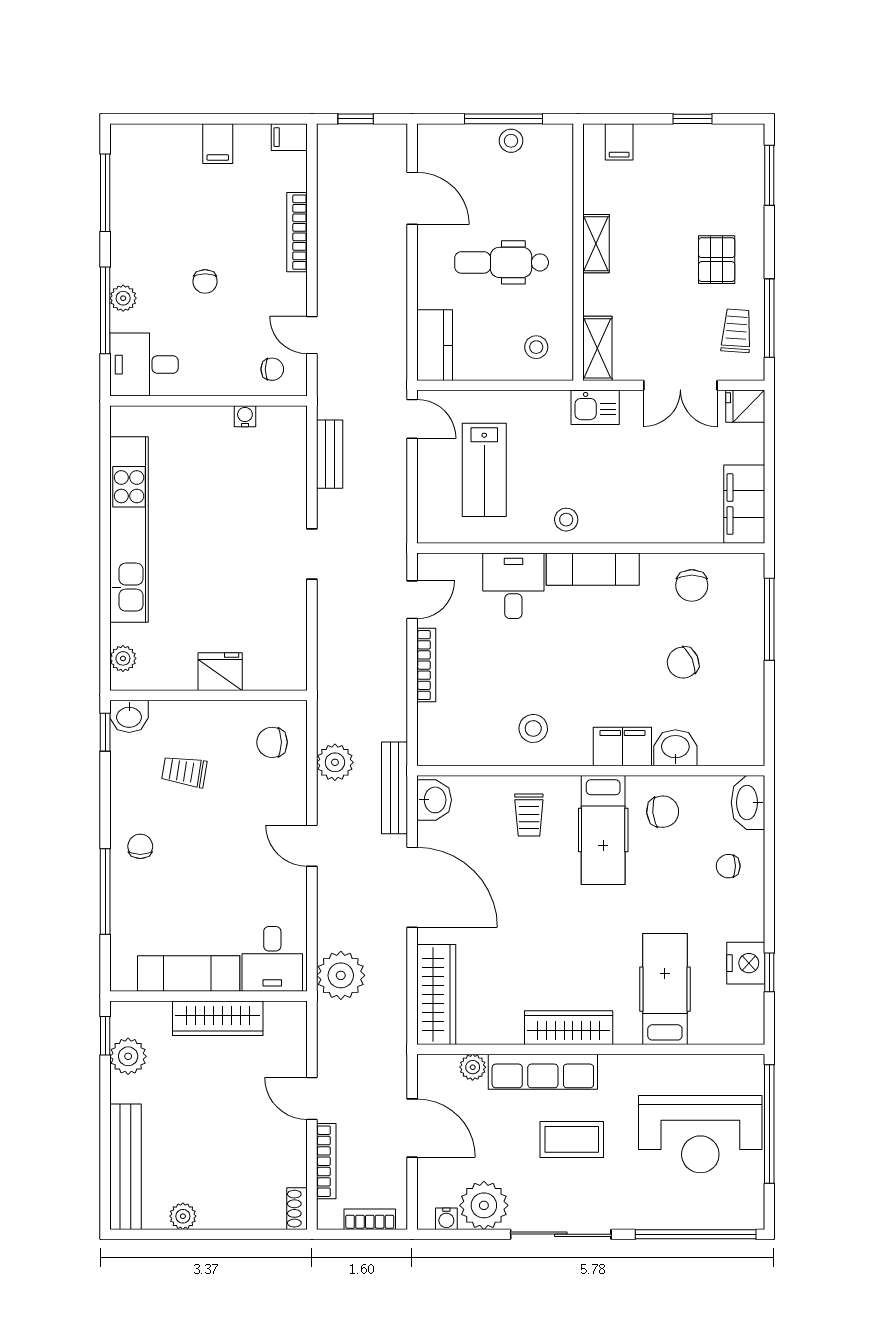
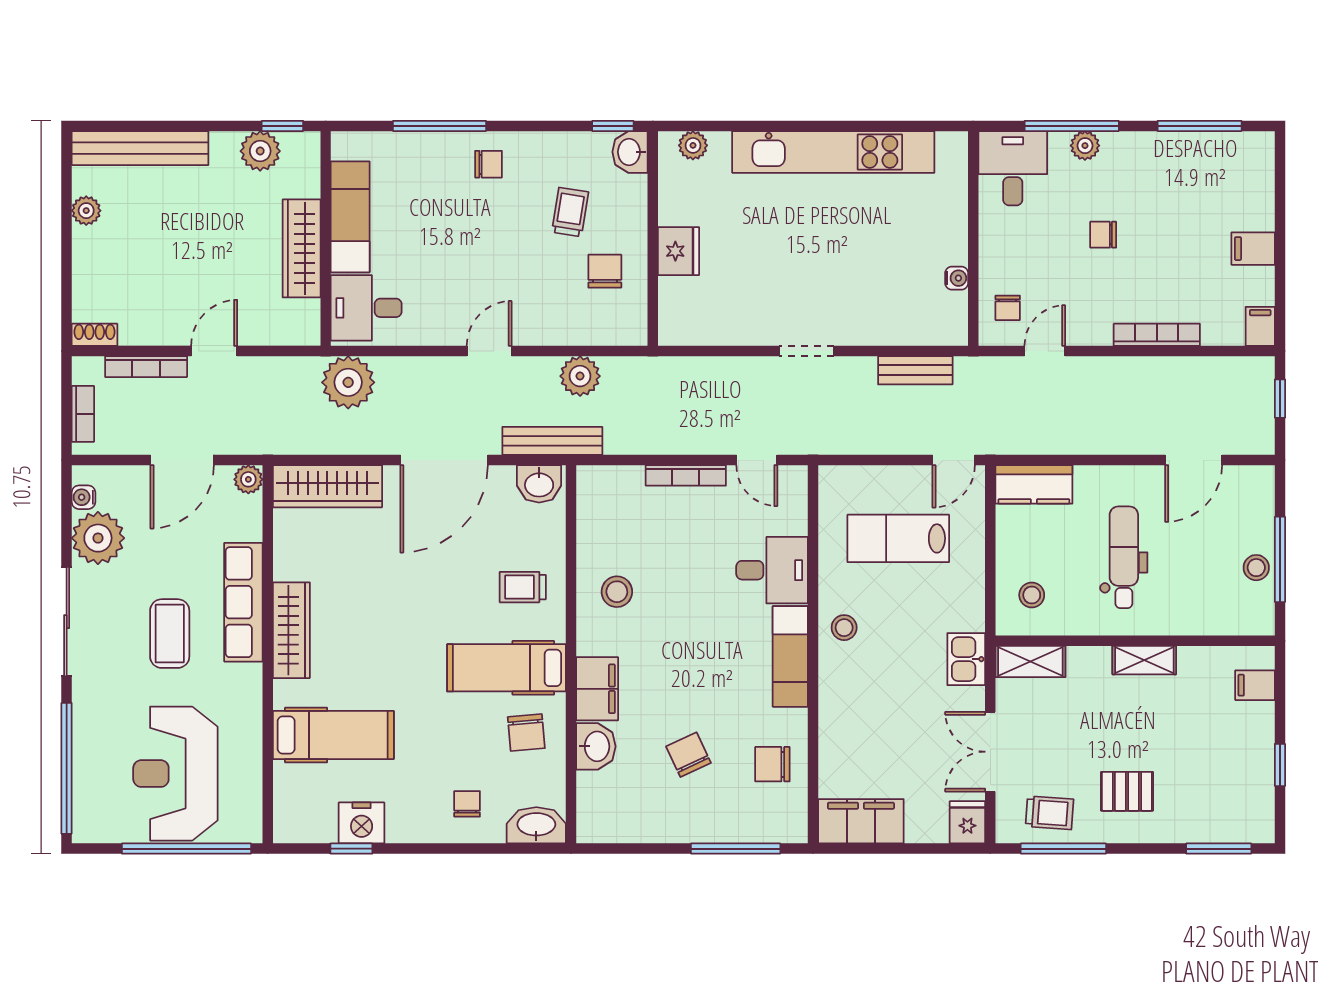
chair: (272, 742) -> (605, 271), moved
plant: (473, 1067) -> (248, 479), moved

